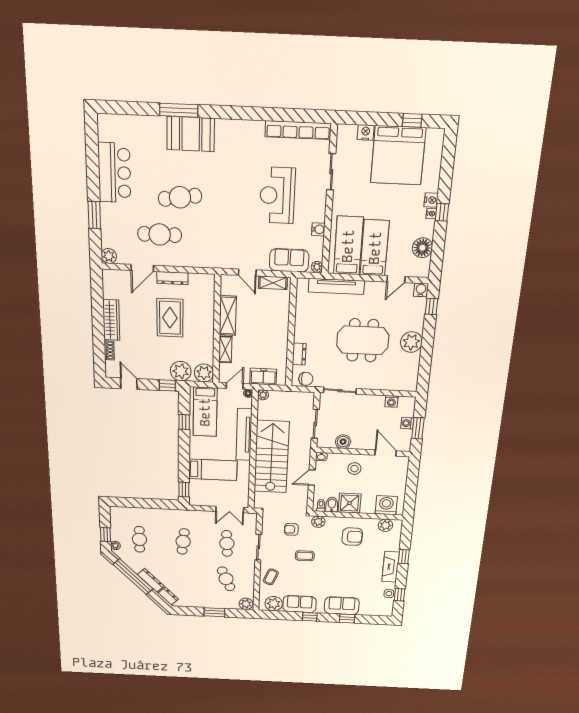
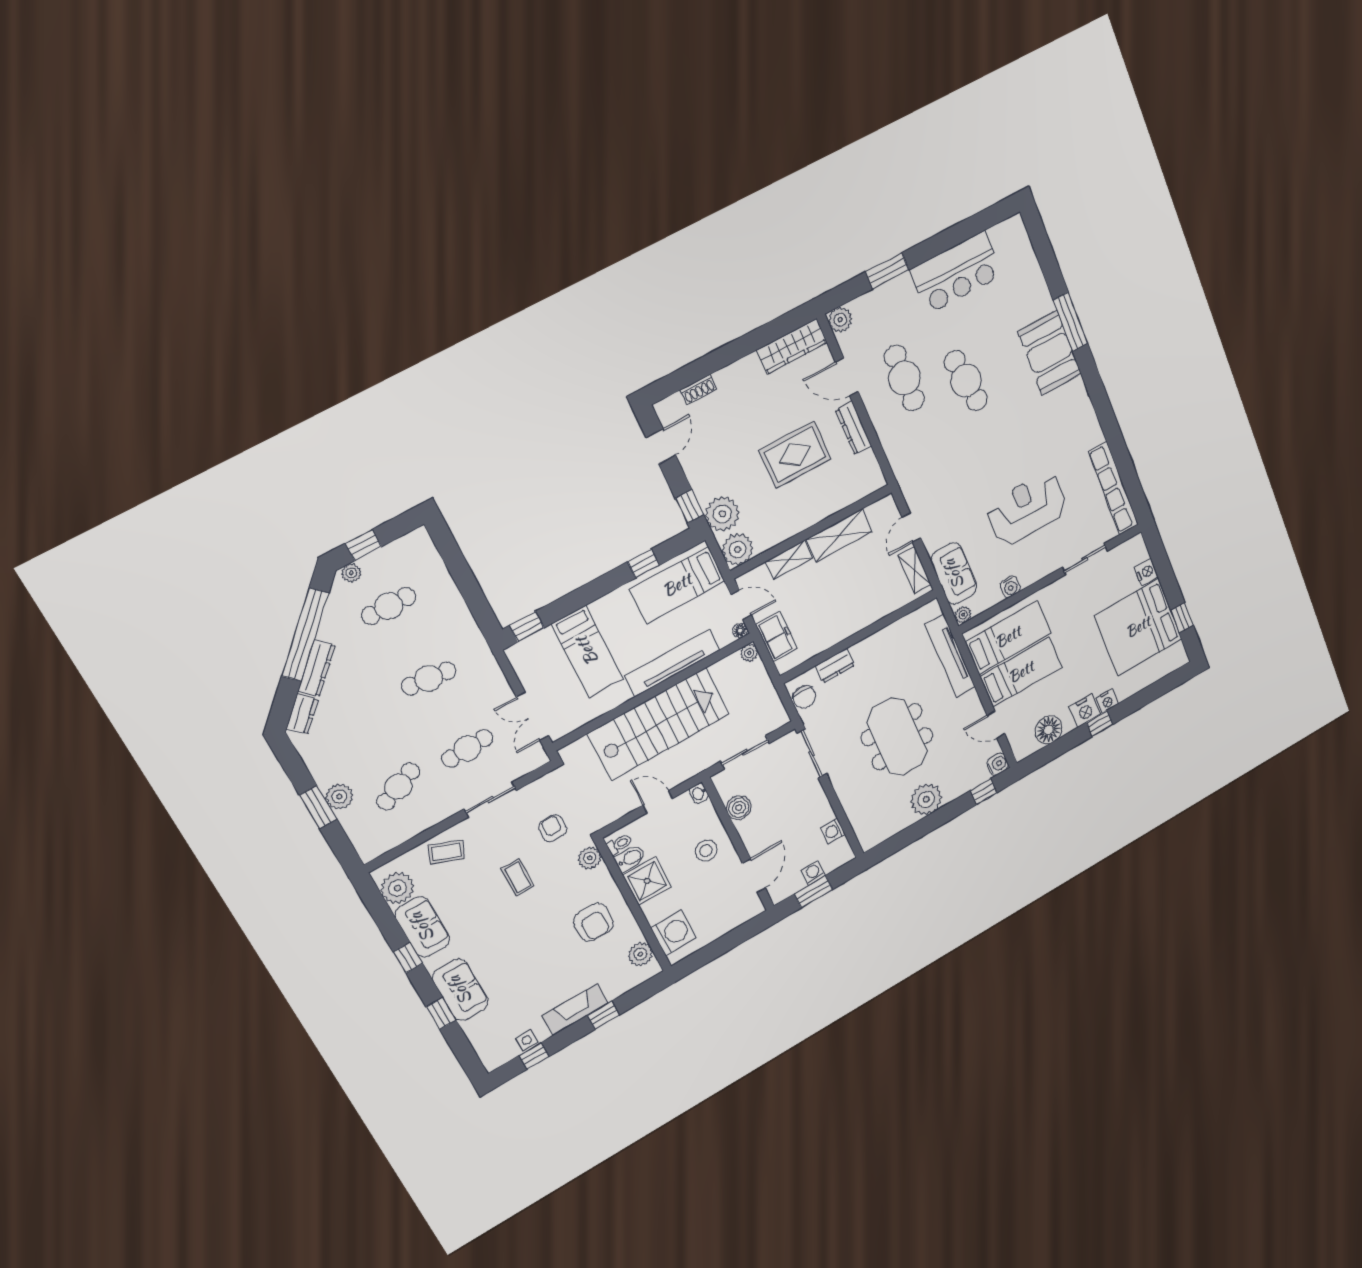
nightstand: (431, 214) -> (1085, 711), width x1.89, depth x1.79
wardrobe: (111, 320) -> (792, 346), moved
plant: (246, 604) -> (339, 797), moved

